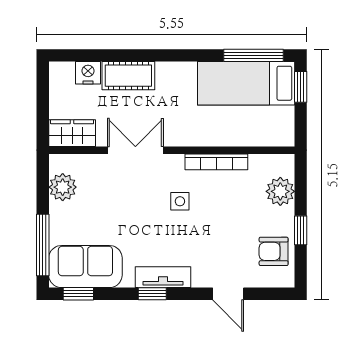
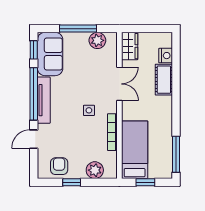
bed: (246, 83) -> (135, 150), moved
window: (301, 87) -> (145, 182), moved
window: (43, 245) -> (78, 29), moved
tv unit: (163, 277) -> (44, 100), width x1.41
window: (152, 294) -> (34, 94), width x3.17

